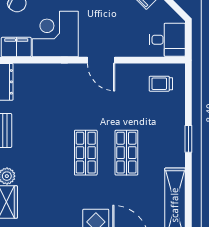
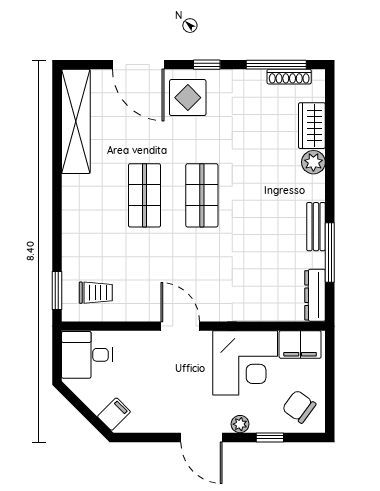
window: (188, 139) -> (57, 290), moved

